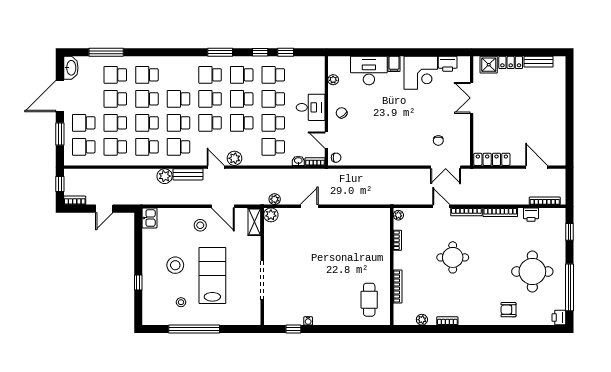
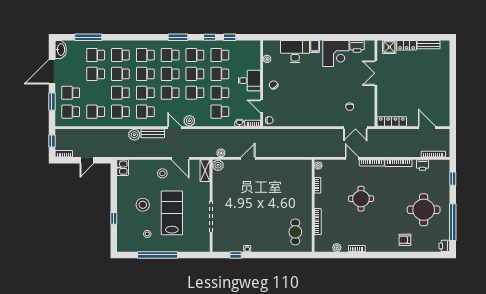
school desk: (115, 123) -> (145, 55), moved

